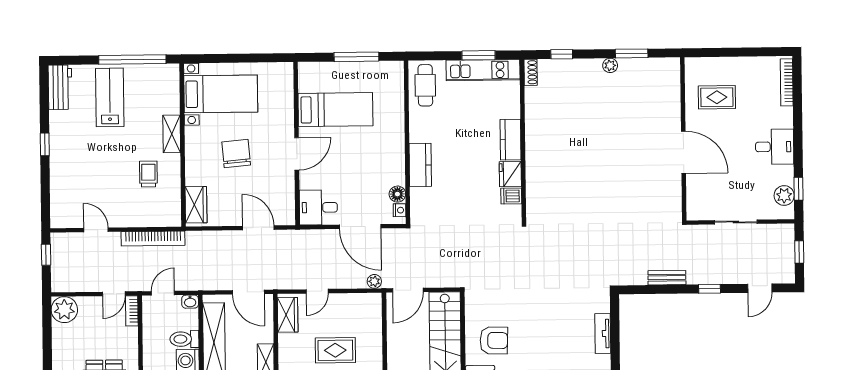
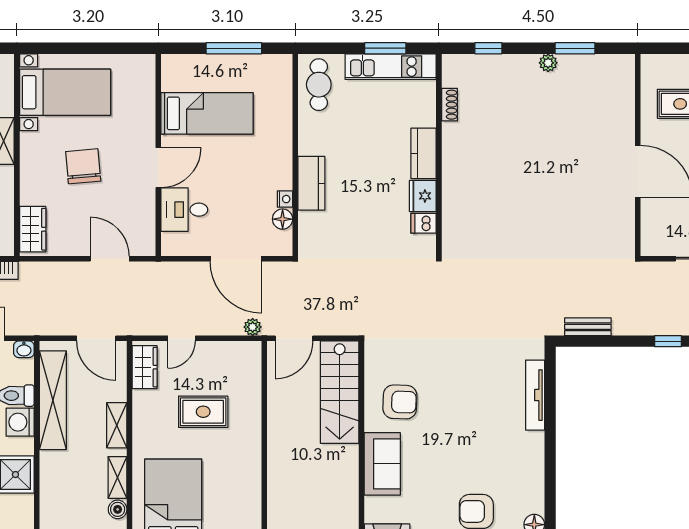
shoe rack: (531, 72) -> (449, 105), moved
desk: (318, 207) -> (184, 210), moved
nightstand: (400, 210) -> (285, 199), moved
bench: (667, 278) -> (588, 327), moved
tv unit: (603, 334) -> (535, 395), width x1.41

